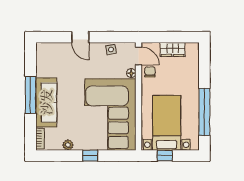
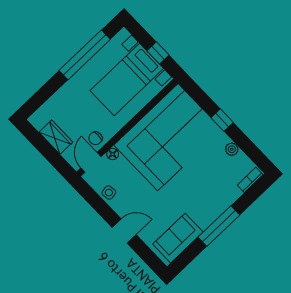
door: (80, 37) -> (124, 231), hinge flipped
sofa: (46, 102) -> (178, 238), moved, width x0.73

